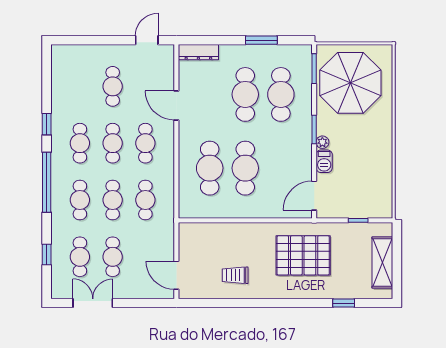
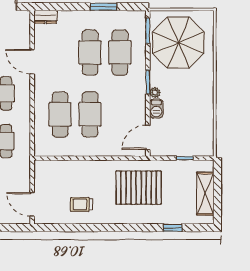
dresser: (198, 52) -> (45, 17), width x0.70

